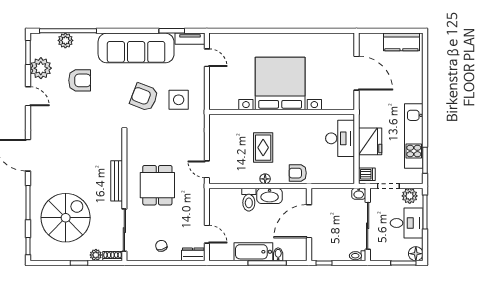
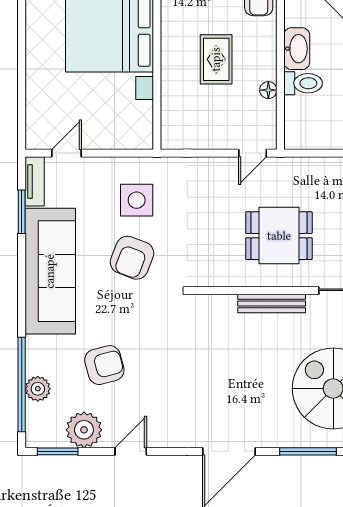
armchair: (80, 80) -> (104, 365), turned 75
rug: (263, 148) -> (216, 59), turned 90
floor lamp: (265, 179) -> (268, 90), moved

